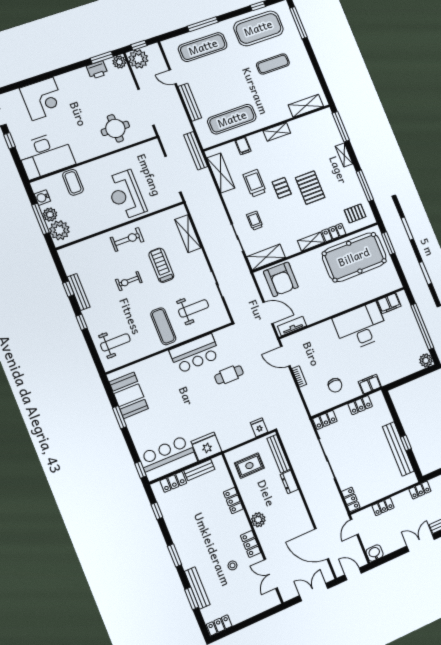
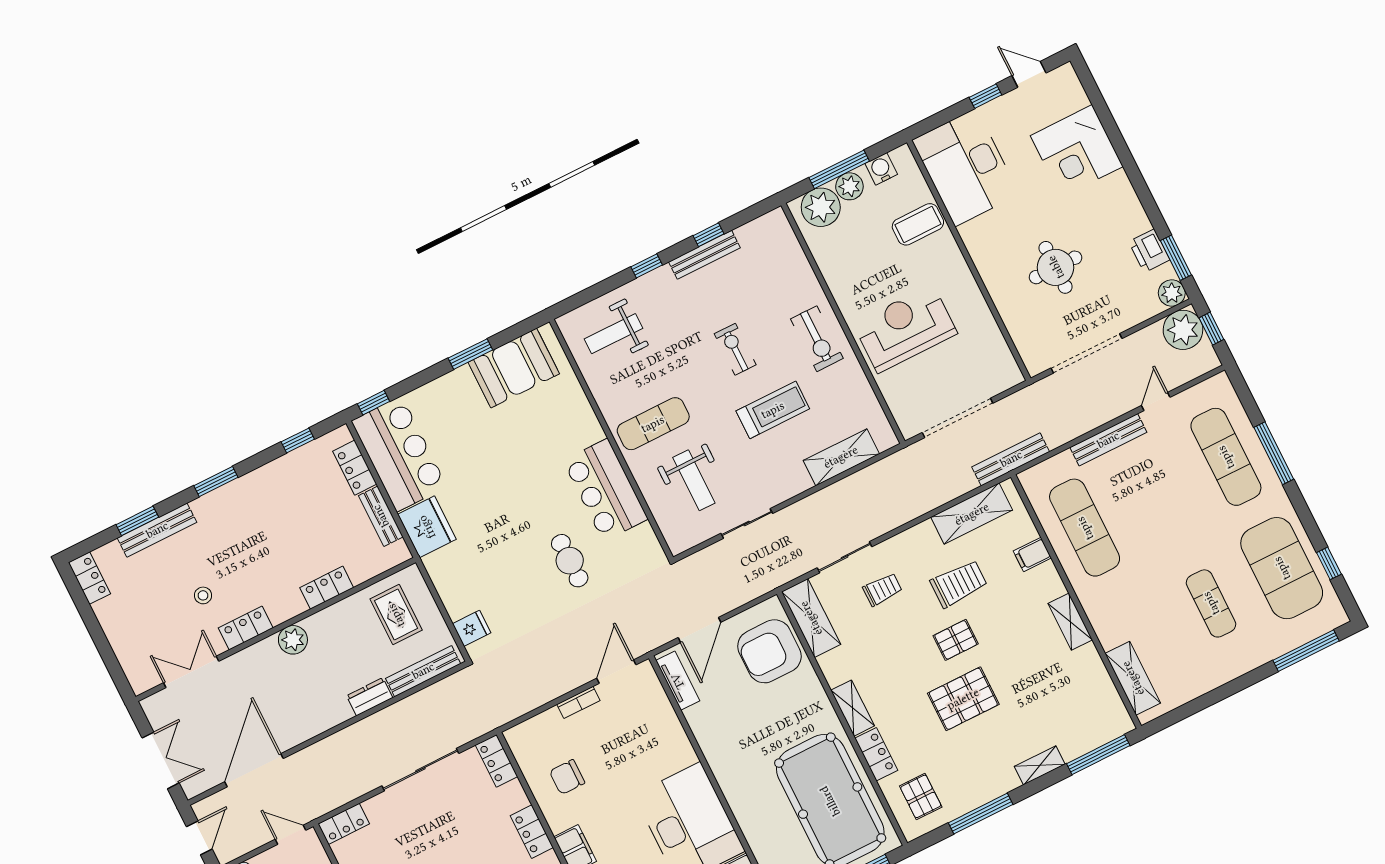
round table: (115, 128) -> (1056, 267), moved
weight bench: (115, 342) -> (613, 334), turned 90

